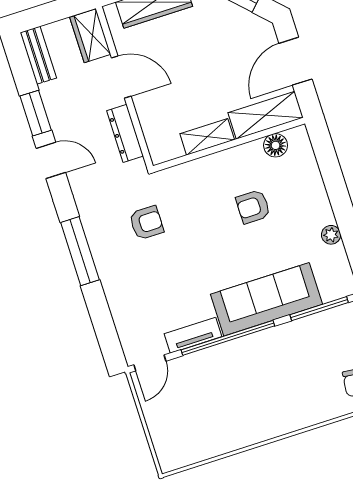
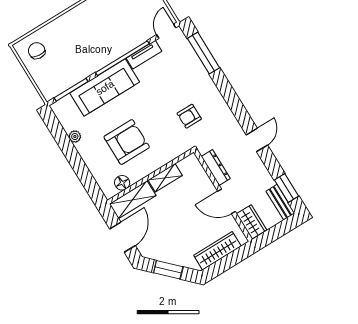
window: (36, 113) -> (286, 188), moved
door: (51, 160) -> (257, 140), swing flipped
armchair: (253, 207) -> (127, 142), width x1.88, depth x1.88
window: (80, 251) -> (203, 53), moved

